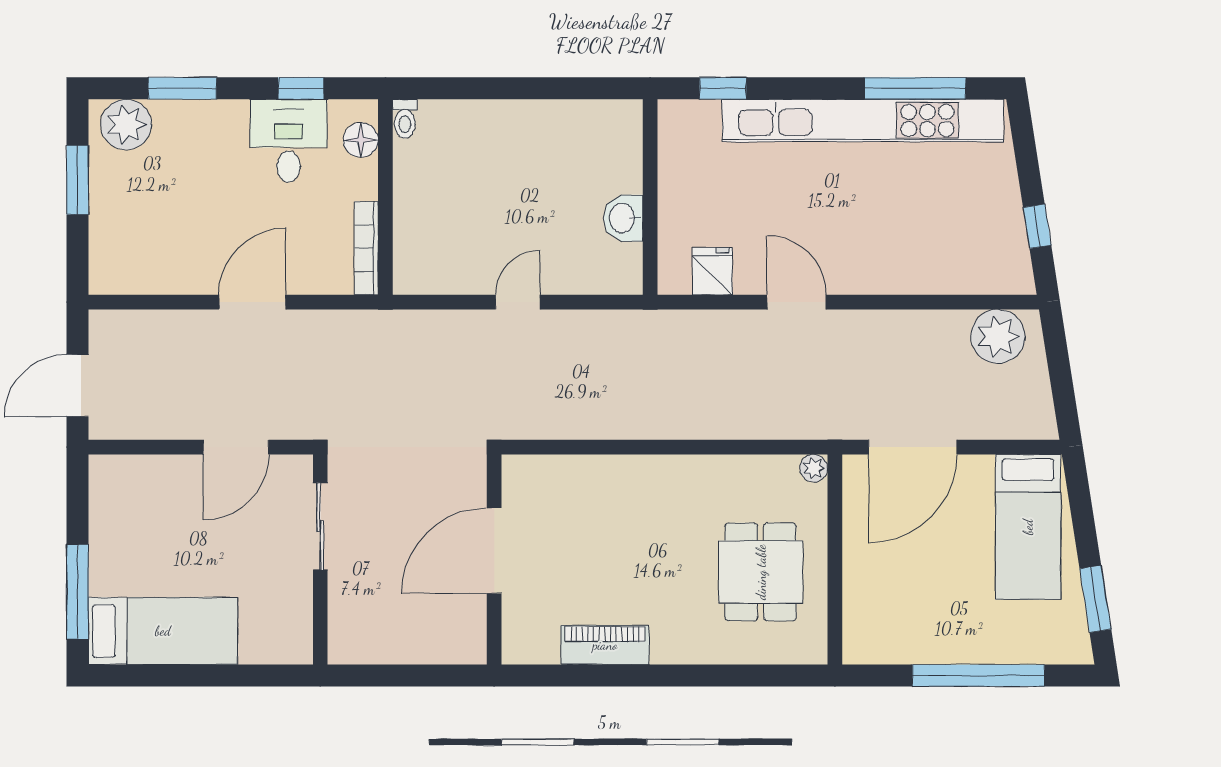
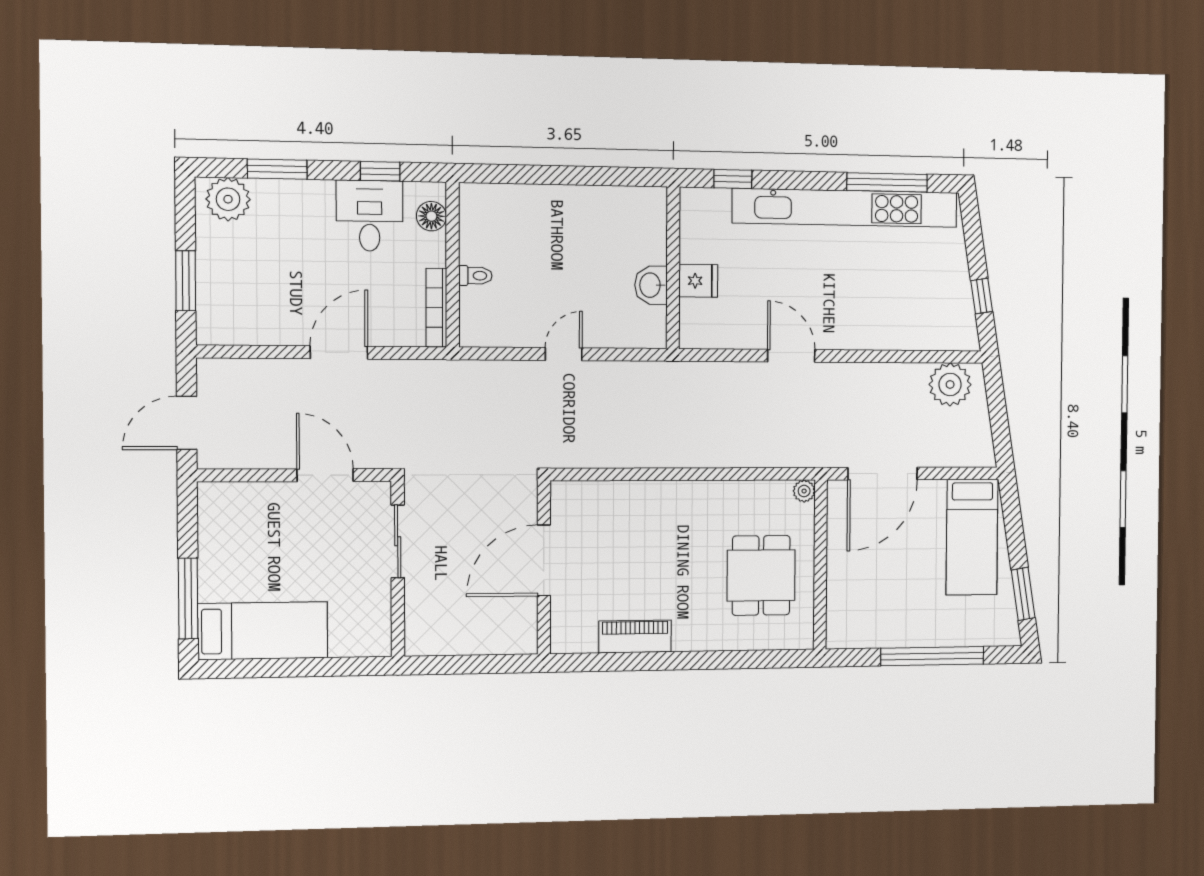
toilet: (405, 119) -> (475, 276), moved, turned -90
window: (77, 180) -> (186, 281), moved
fridge: (712, 271) -> (698, 281), moved, turned 90
door: (236, 447) -> (325, 475), swing flipped

